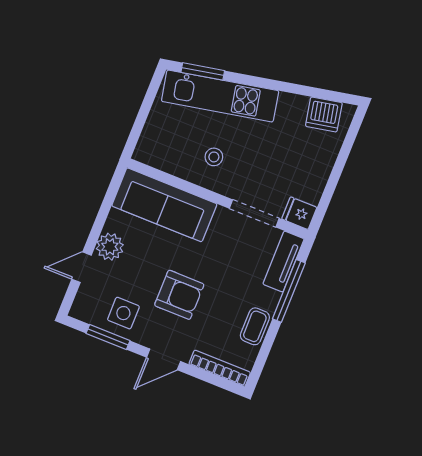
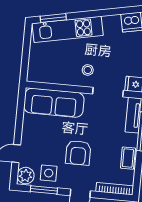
stool: (214, 157) -> (88, 70), moved
plant: (110, 247) -> (26, 176), moved
armchair: (179, 295) -> (78, 153), turned 90

